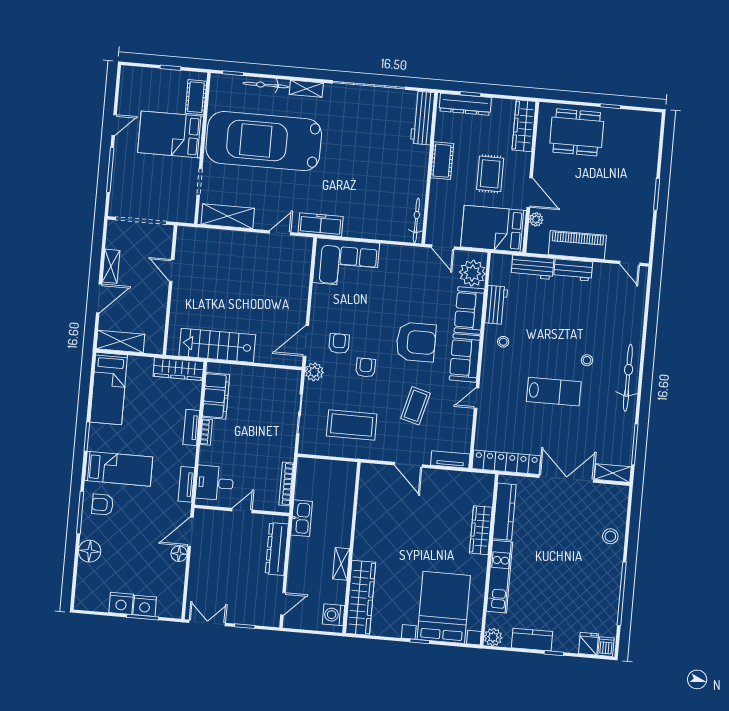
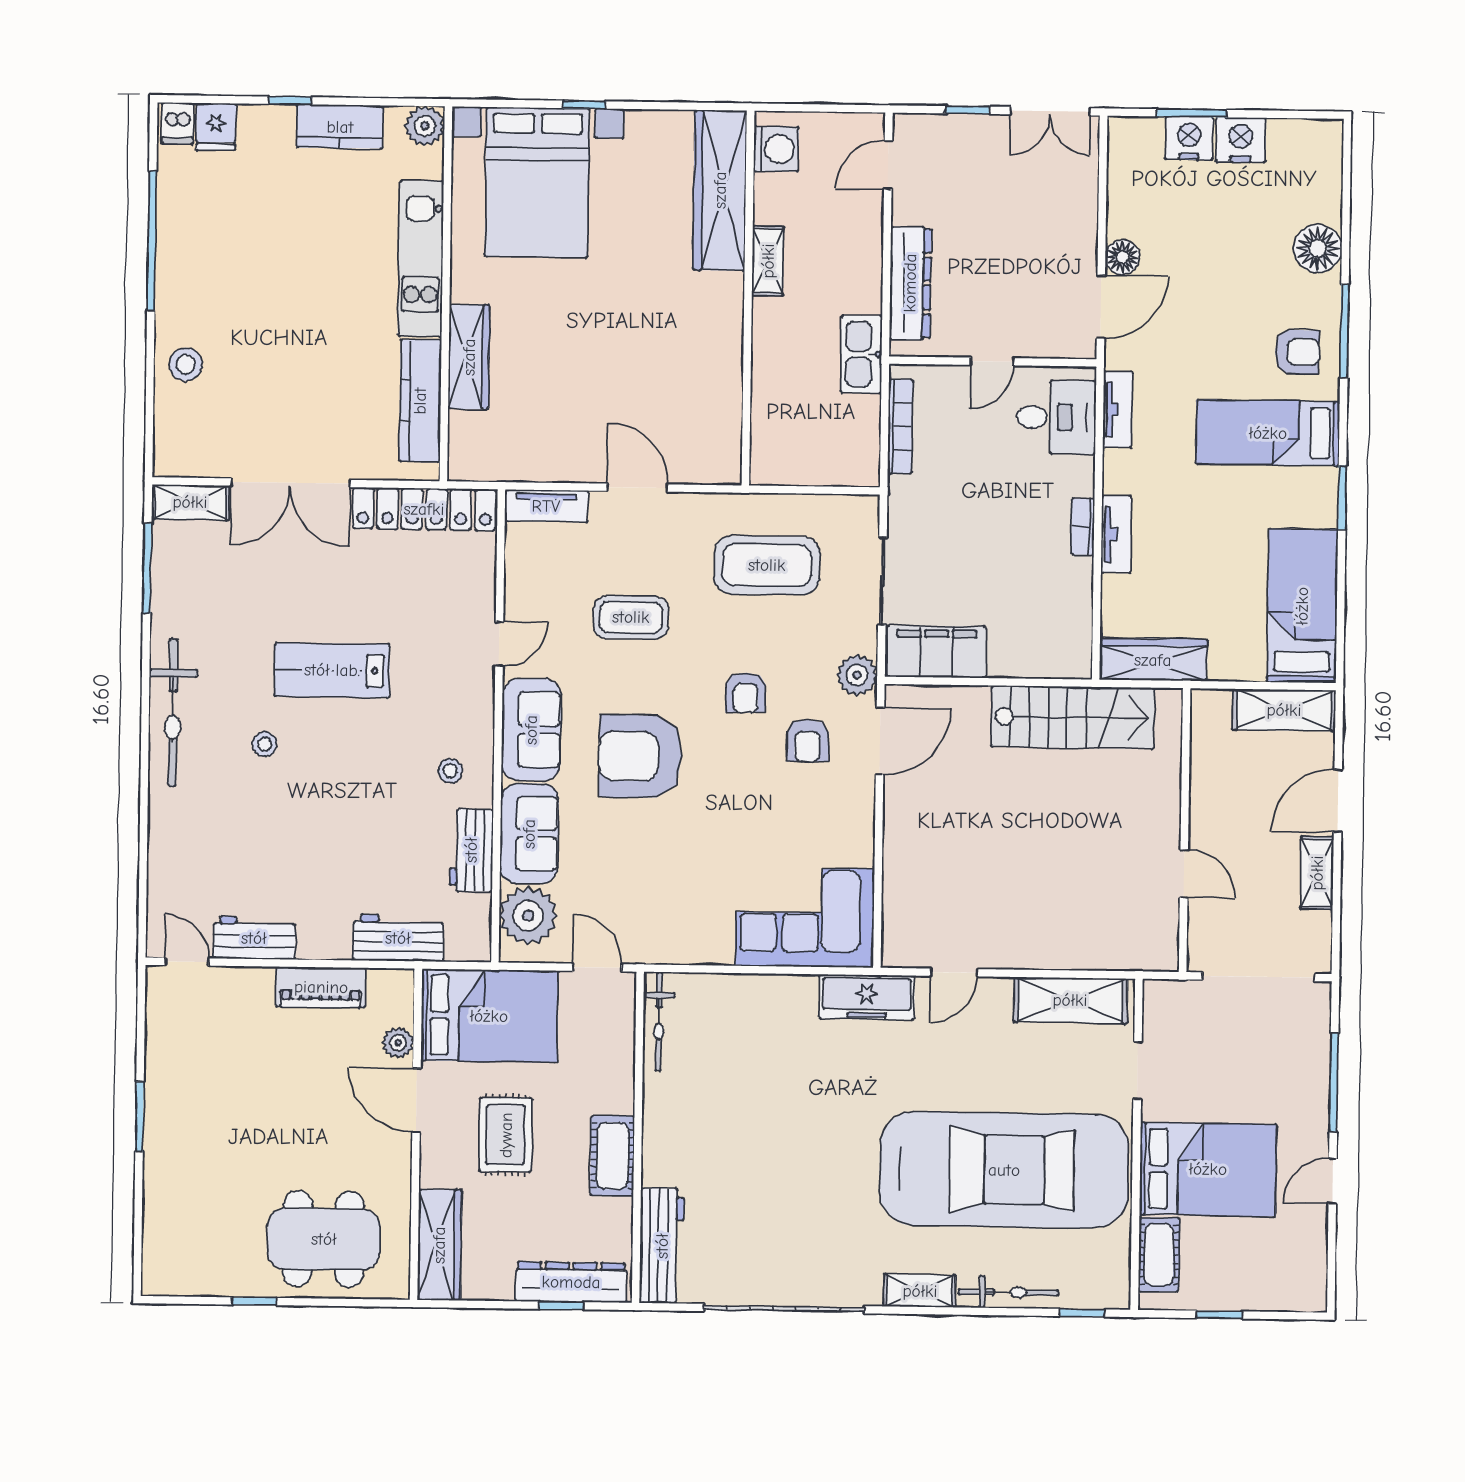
piano: (577, 245) -> (321, 987), width x0.73, depth x0.75
workbench: (573, 270) -> (254, 938), moved
filing cabinet: (216, 396) -> (937, 652), moved, turned 90
coffee table: (416, 406) -> (631, 617), turned 75

